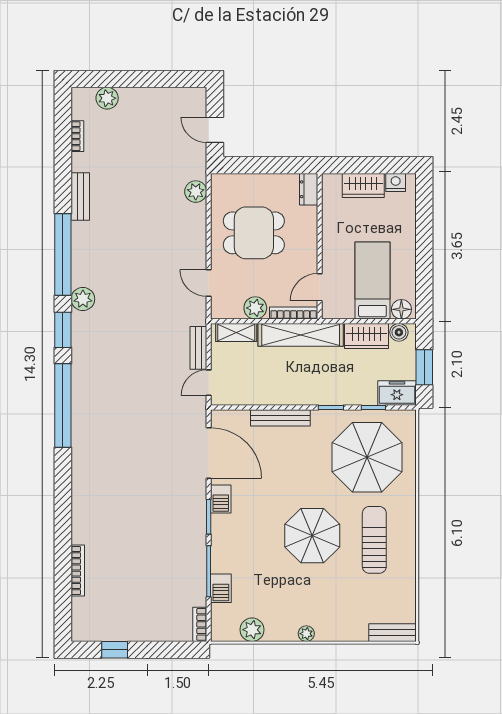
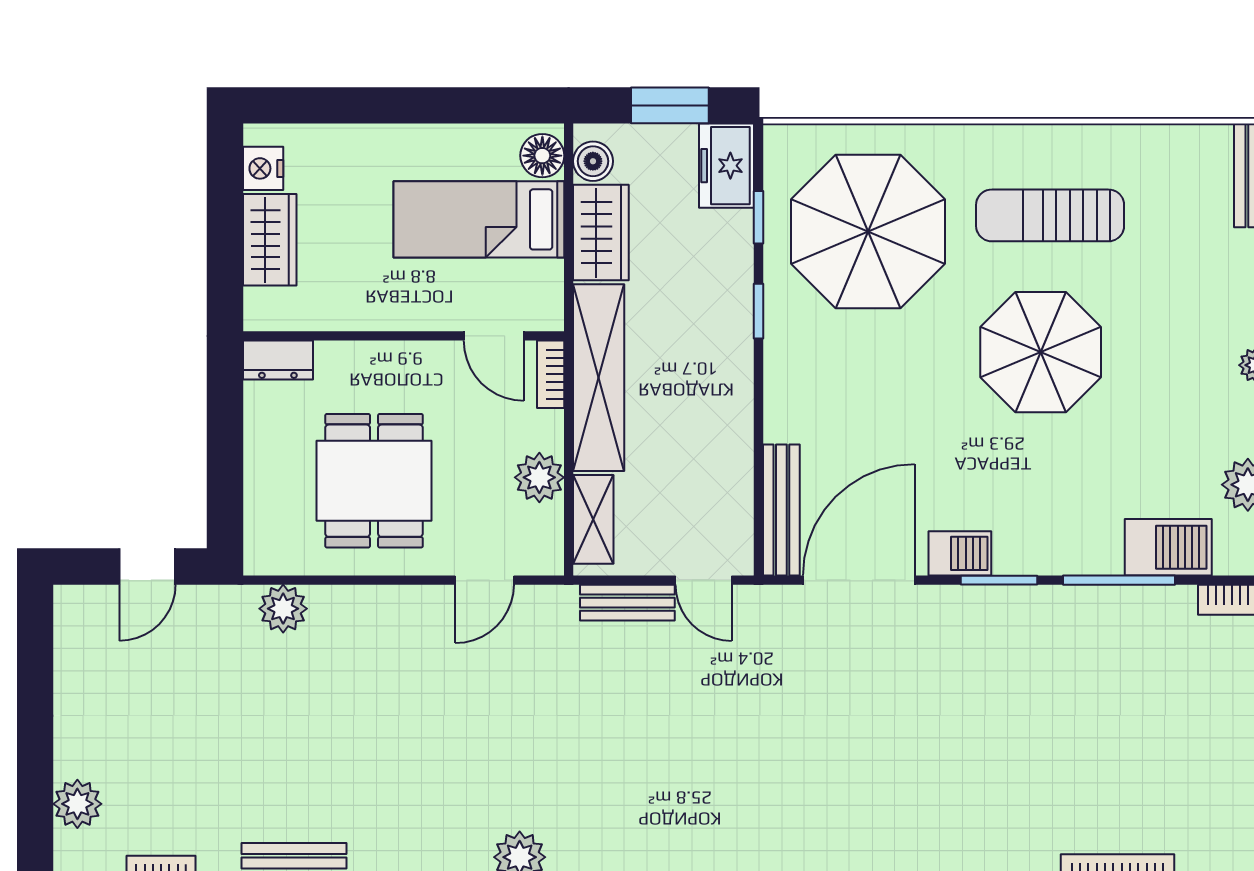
bookcase: (294, 313) -> (551, 374), width x0.64
bench: (280, 418) -> (781, 510), moved
barbecue: (221, 588) -> (1168, 547), width x1.38, depth x1.27

